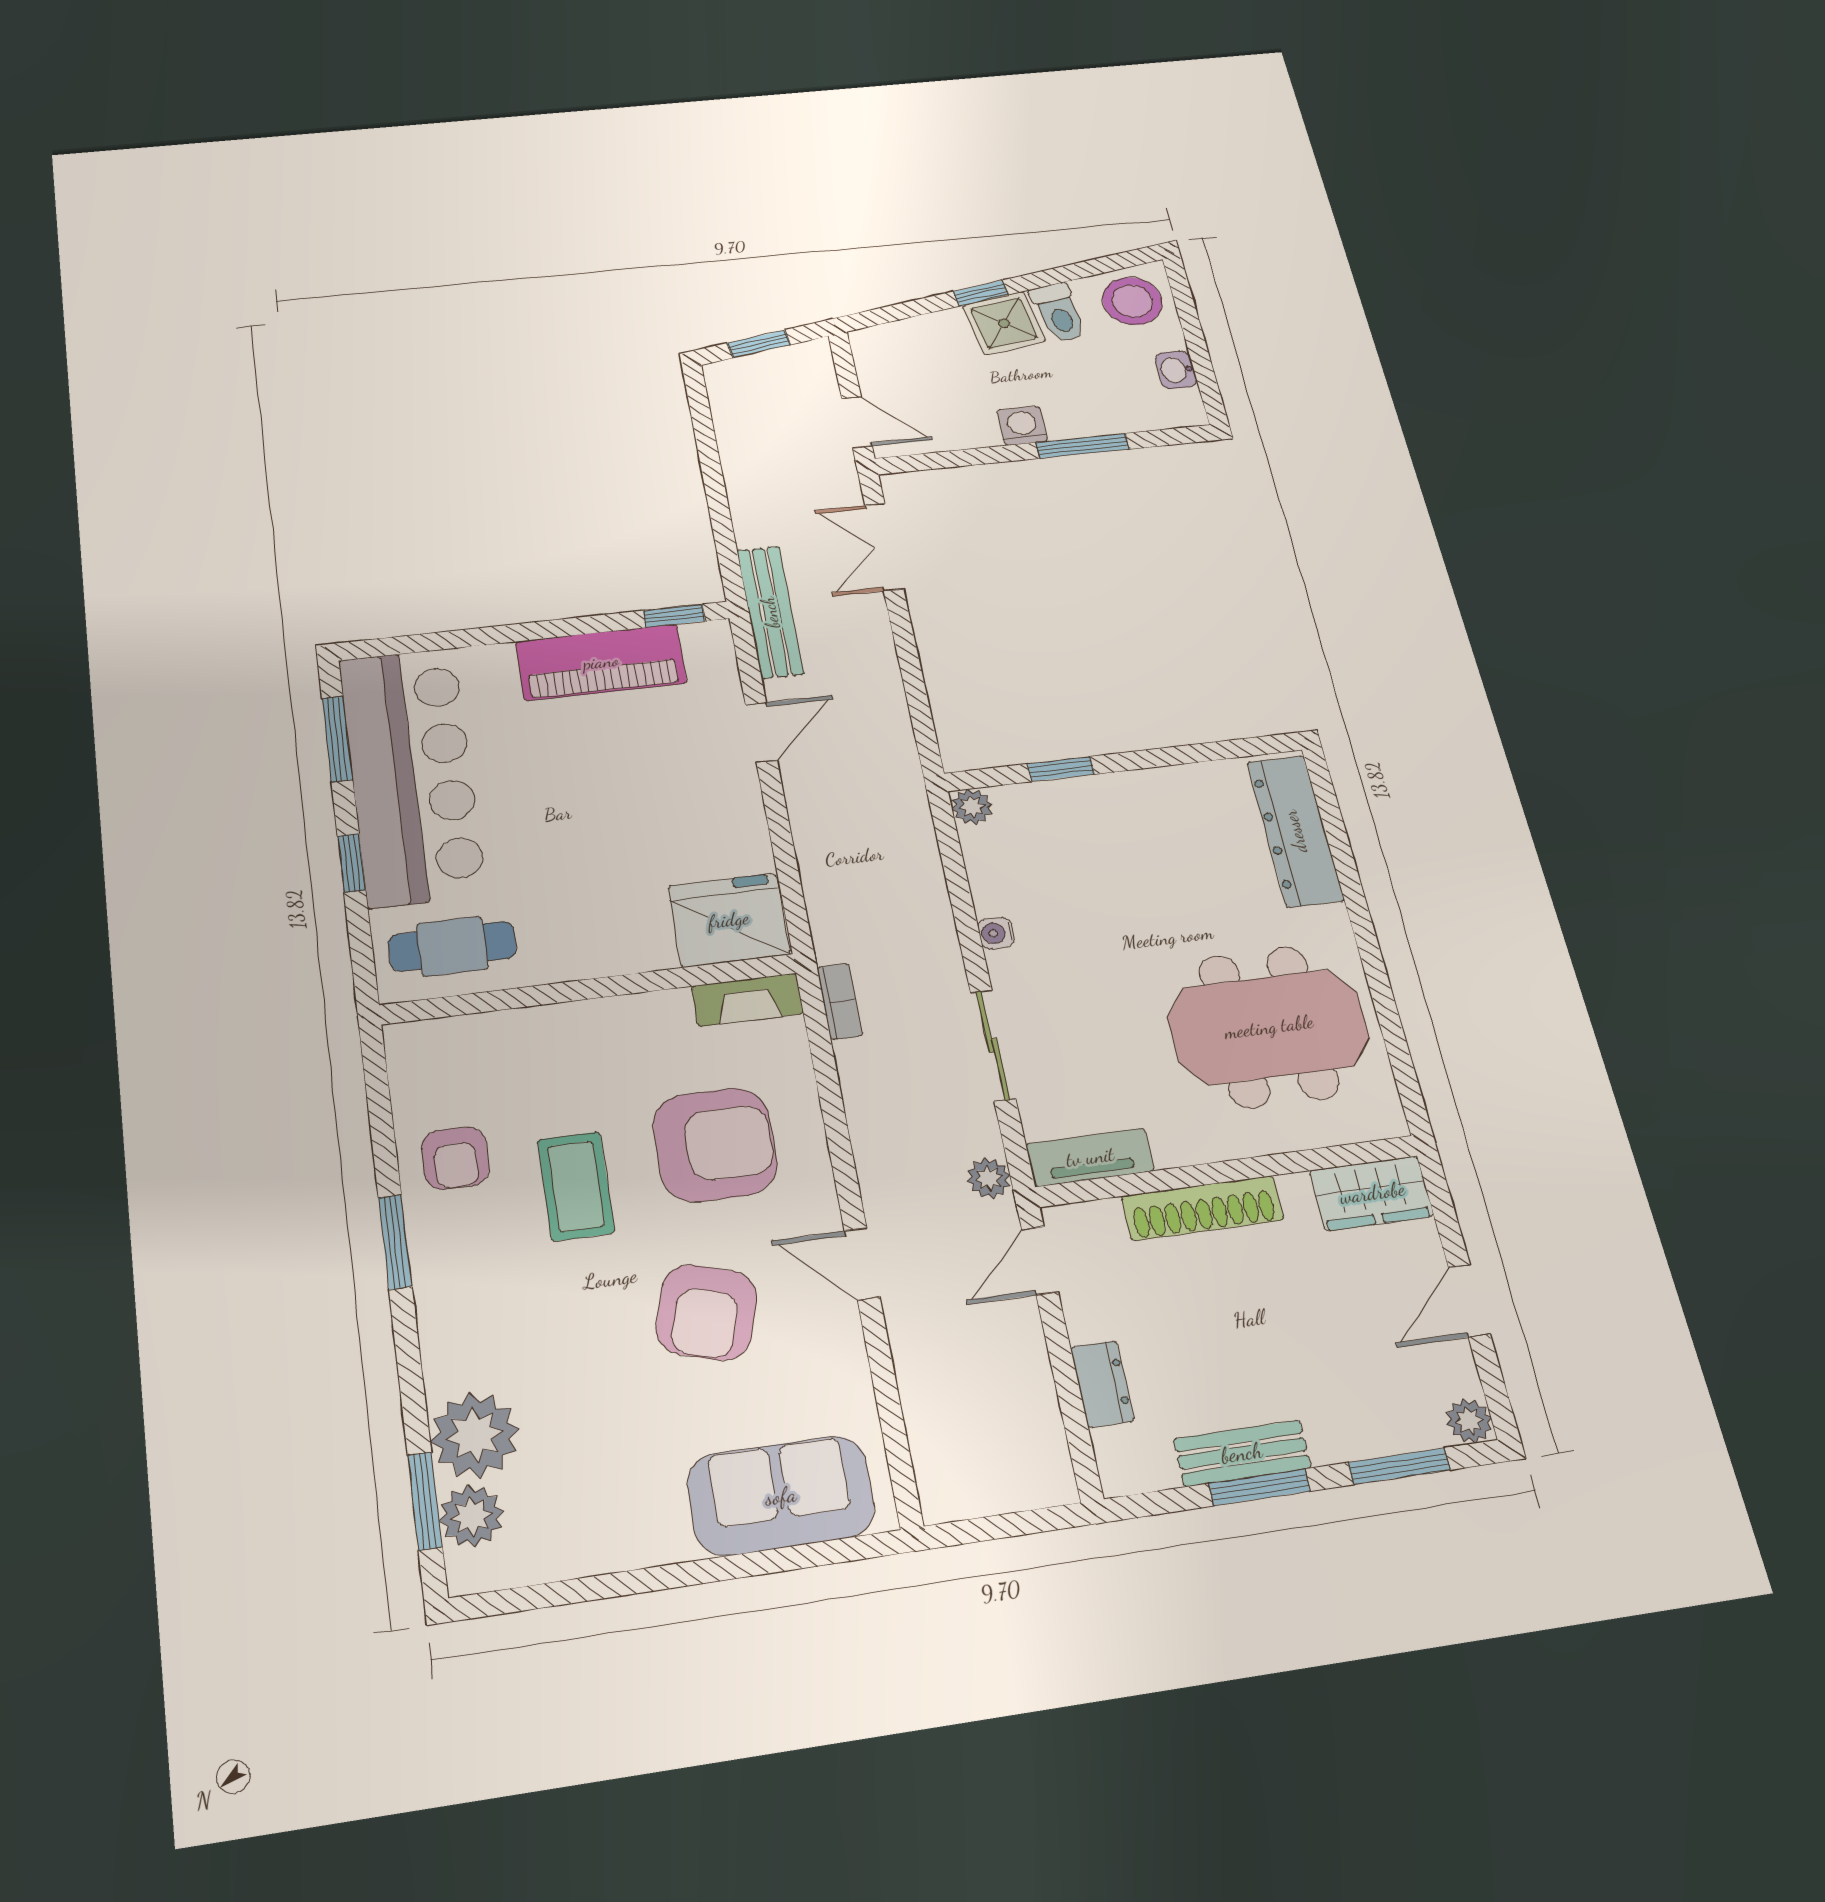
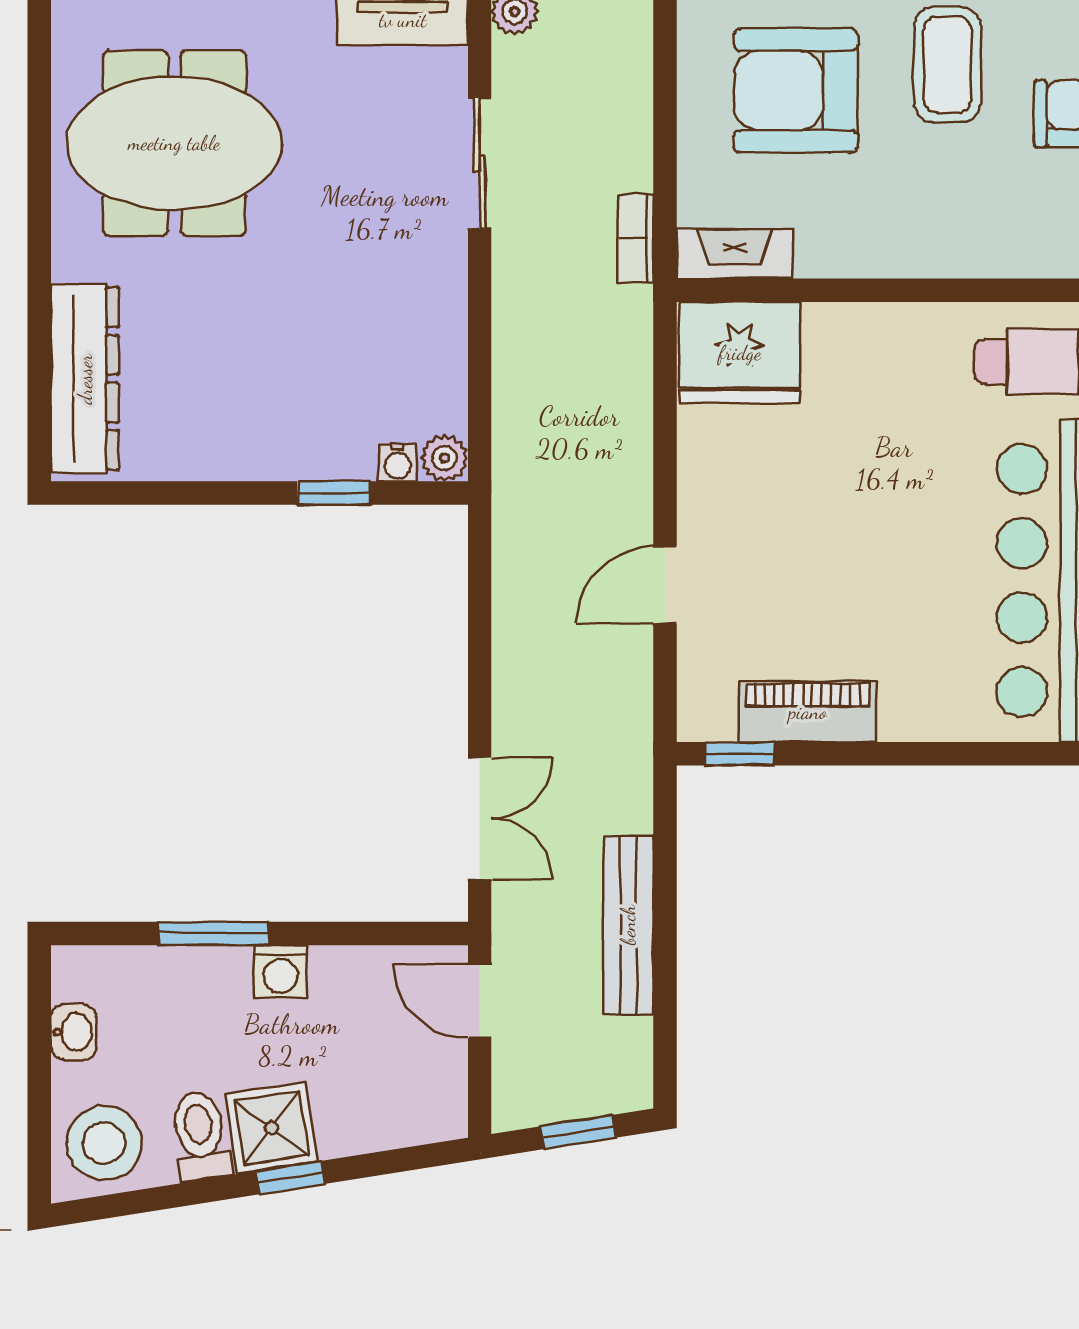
bench: (770, 612) -> (628, 925), moved
piano: (601, 662) -> (808, 712), width x0.73, depth x0.75
water cooler: (996, 933) -> (398, 463), moved, turned 90

